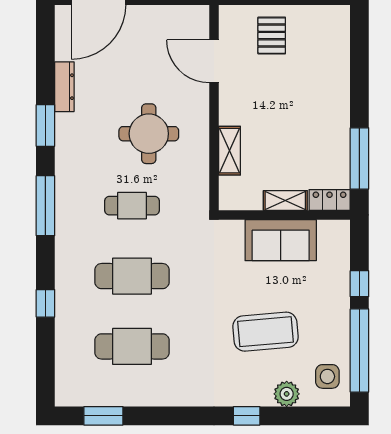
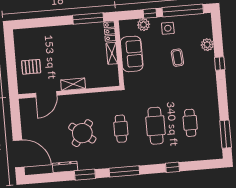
round table: (149, 134) -> (82, 133), moved, turned 37
shelving: (230, 151) -> (73, 84), moved
plant: (338, 269) -> (144, 25), added
coffee table: (265, 332) -> (177, 58), width x0.54, depth x0.58
cafe table: (132, 346) -> (190, 123), width x0.73, depth x0.74
side table: (327, 376) -> (168, 28), moved
window: (103, 416) -> (226, 134), width x1.44

